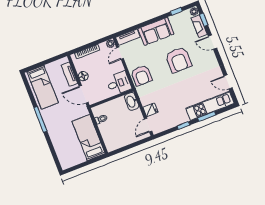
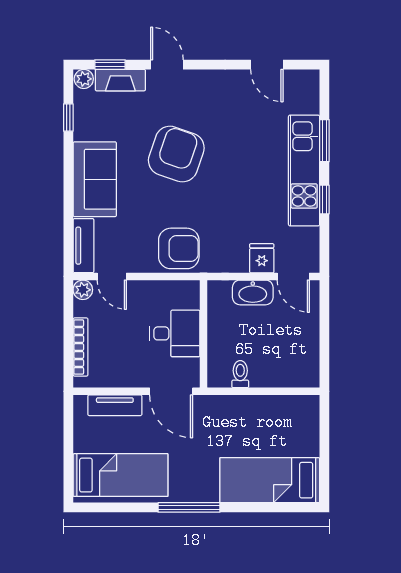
door: (213, 42) -> (167, 65), swing flipped
armchair: (179, 60) -> (176, 154), turned -71
floor lamp: (83, 76) -> (131, 377), removed
door: (228, 82) -> (267, 65), hinge flipped
desk: (119, 83) -> (175, 333), moved, turned 90
door: (84, 94) -> (171, 391), hinge flipped
washbasin: (132, 101) -> (253, 292), moved
kitchen unit: (210, 106) -> (304, 171), moved
bed: (89, 137) -> (270, 480), moved

